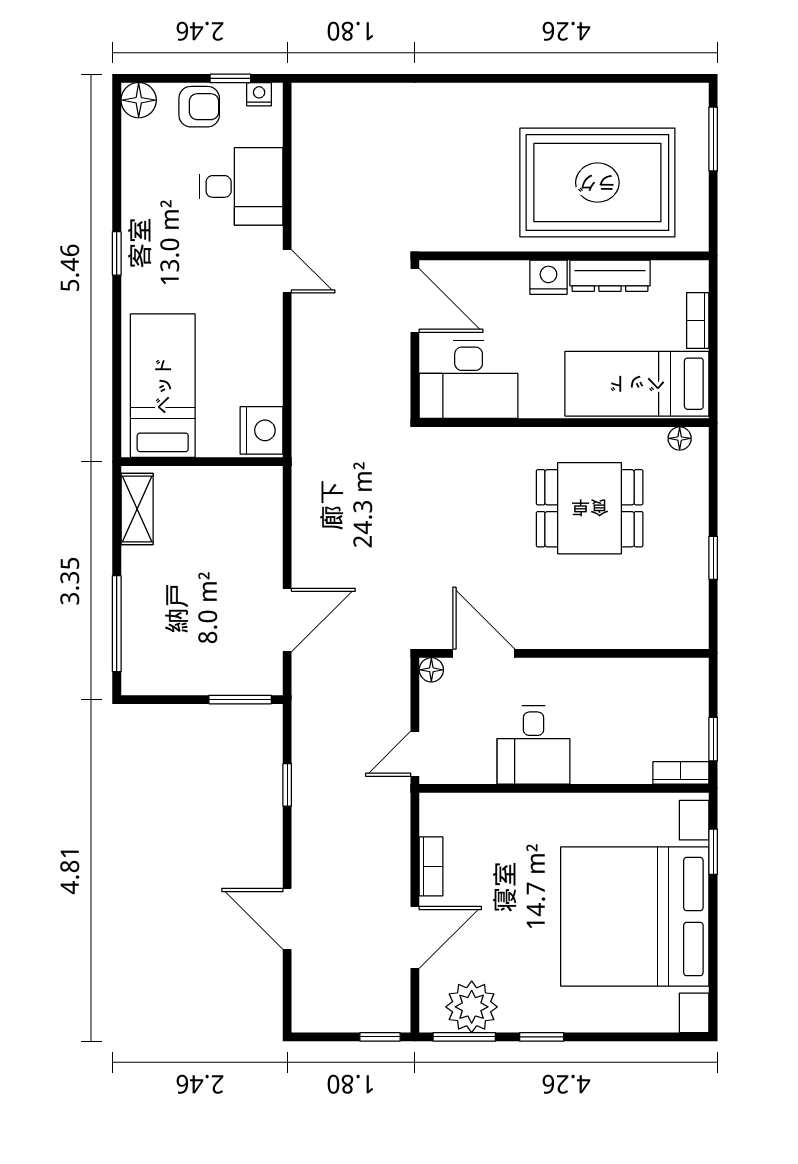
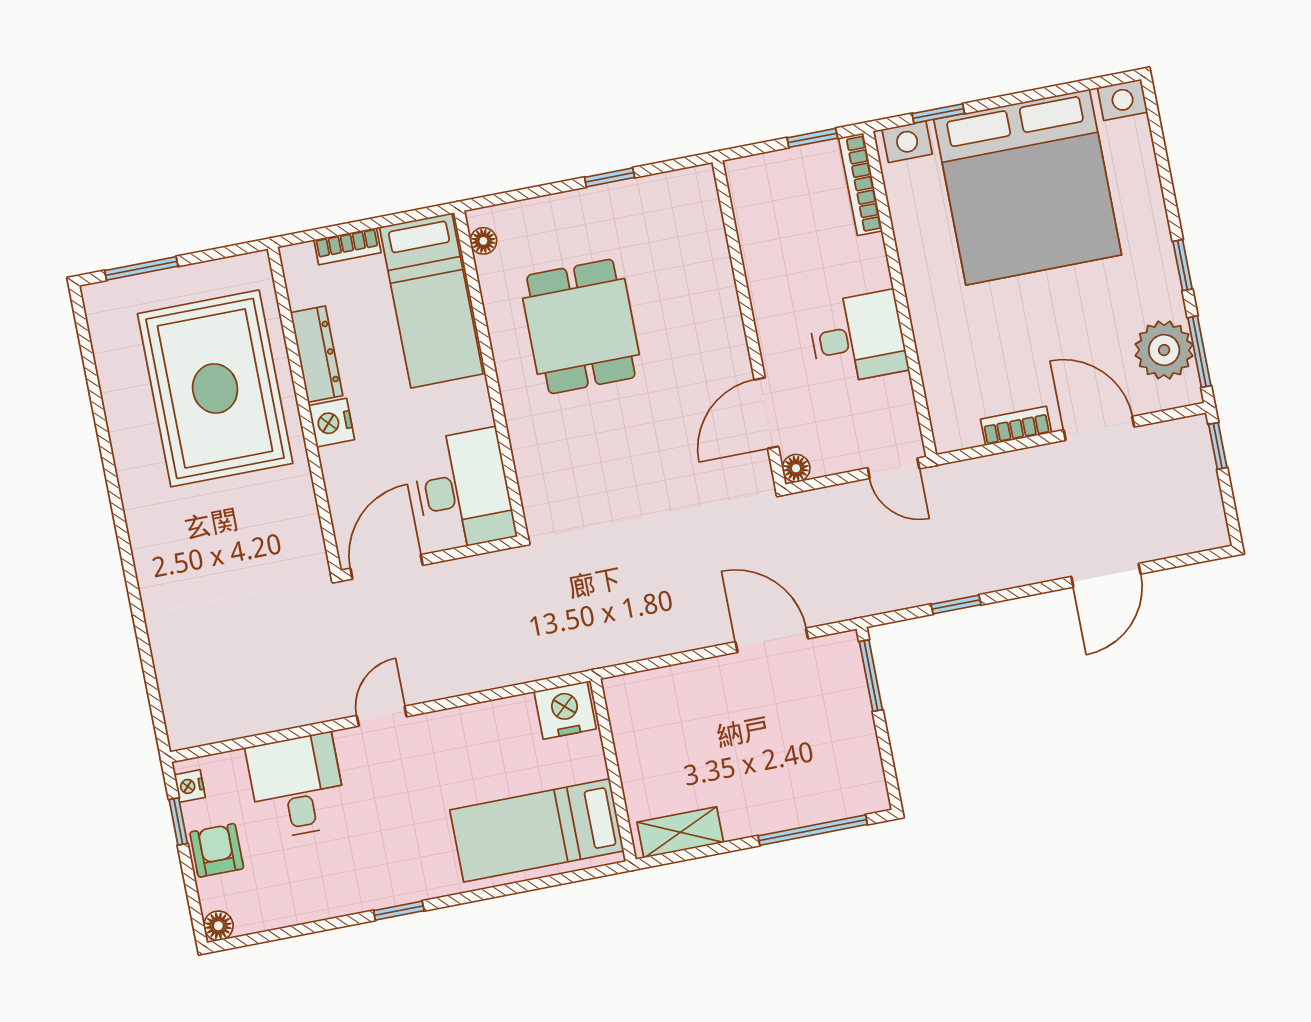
floor lamp: (139, 100) -> (218, 926), width x0.73, depth x0.73
bookcase: (681, 773) -> (860, 184), width x1.56

